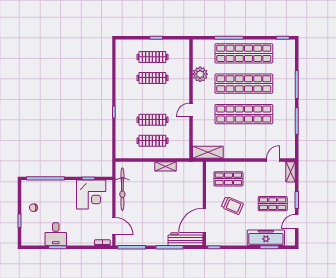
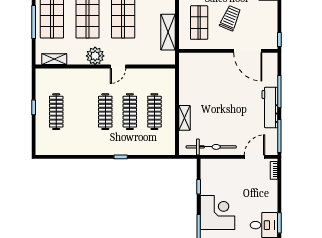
shelving: (197, 55) -> (54, 59), added
plant: (200, 74) -> (95, 56), moved
clothes rail: (152, 78) -> (105, 112), moved
door: (191, 110) -> (118, 67), hinge flipped
shelving: (208, 152) -> (168, 32), moved
shelving: (166, 166) -> (184, 118), moved
corner desk: (91, 195) -> (217, 213), moved
workbench: (185, 239) -> (270, 108), moved

